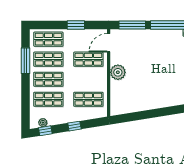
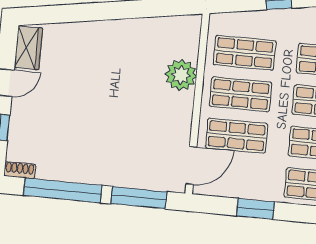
plant: (118, 72) -> (181, 75), moved
shop shelf: (88, 79) -> (241, 94), added

